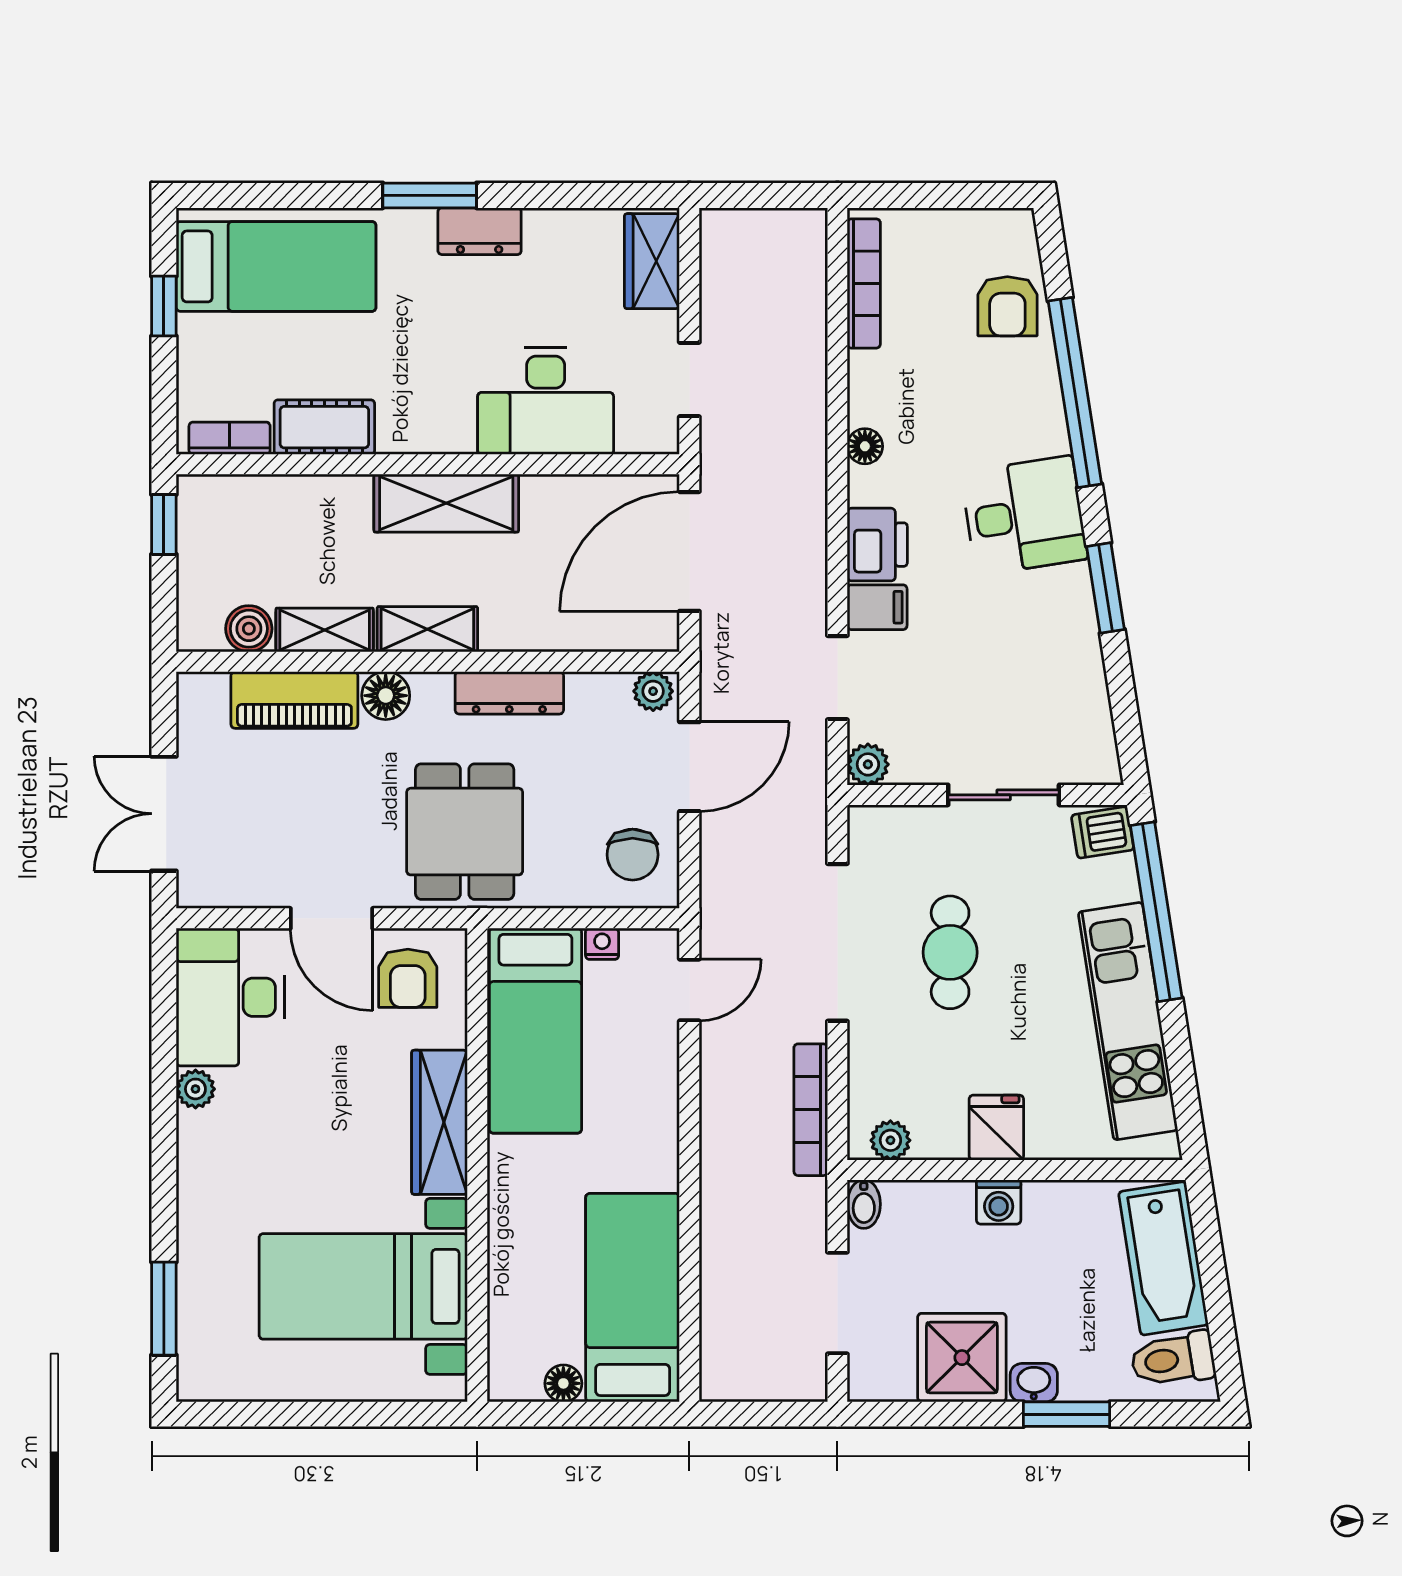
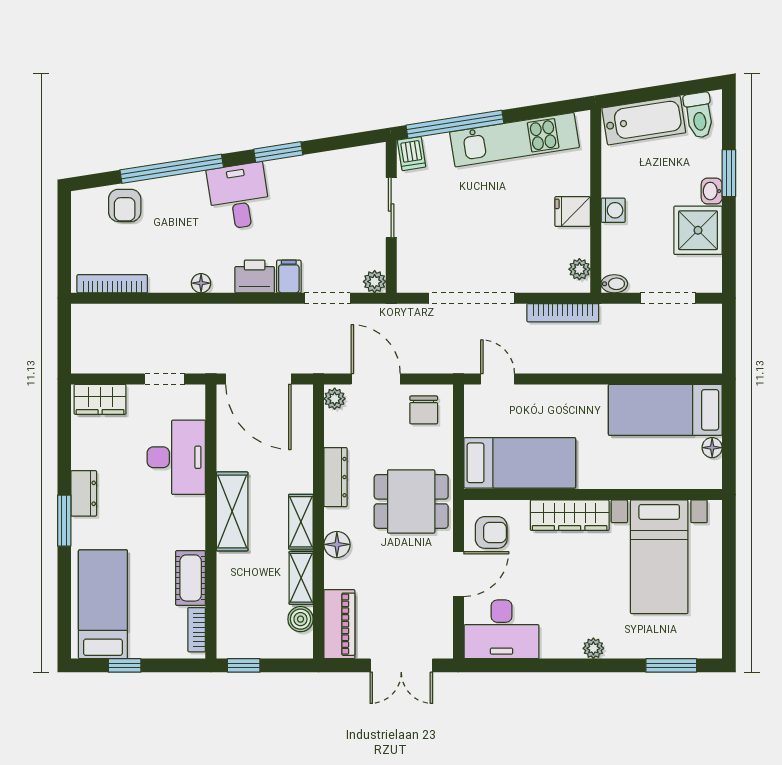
armchair: (1007, 306) -> (125, 205), turned 90
piano: (294, 700) -> (339, 624), moved
chair: (633, 855) -> (424, 410), turned 90
nightstand: (602, 944) -> (472, 427), removed
cafe table: (950, 952) -> (477, 237), removed
plant: (195, 1089) -> (593, 648), moved

